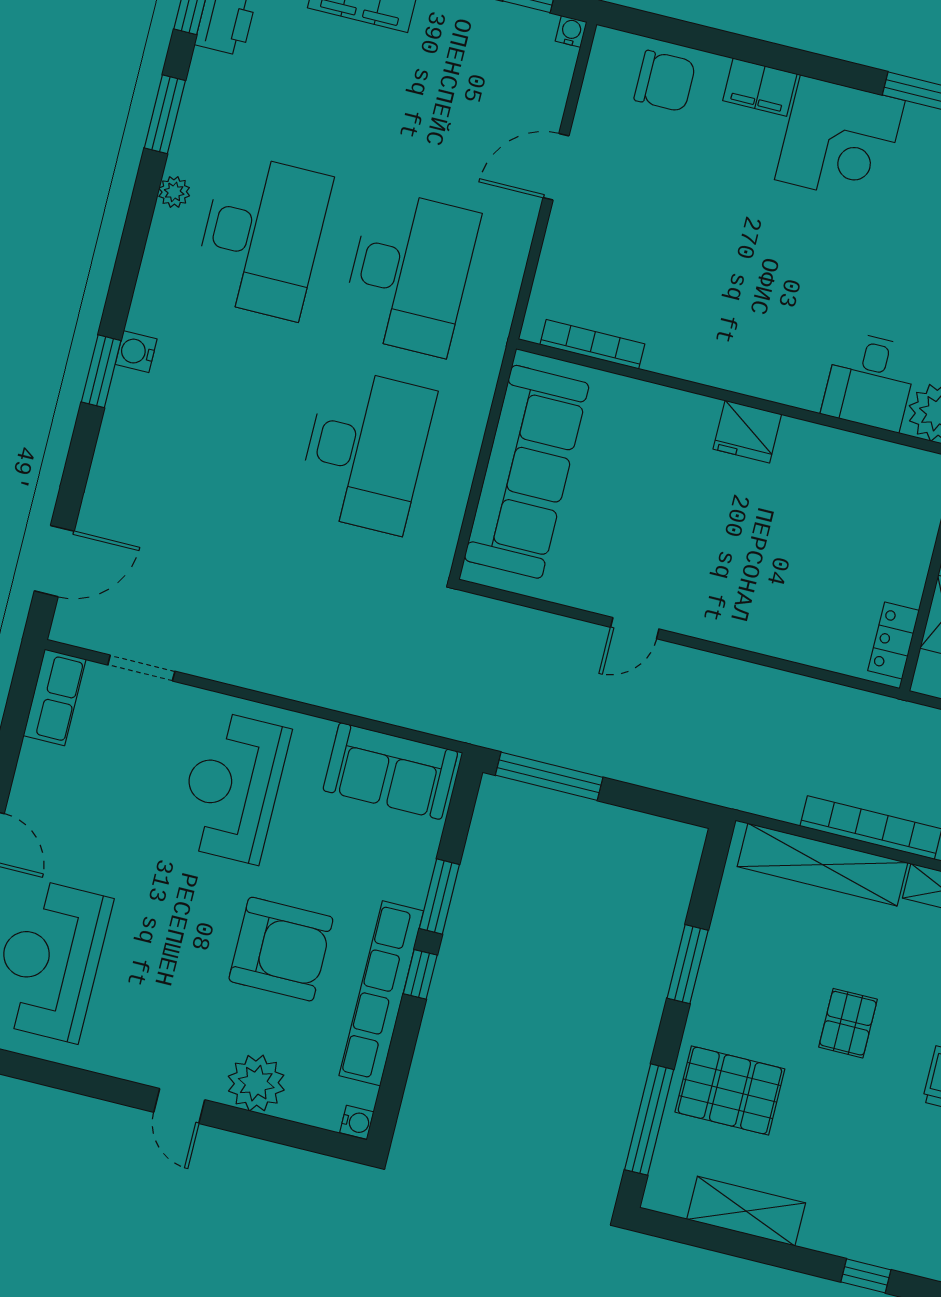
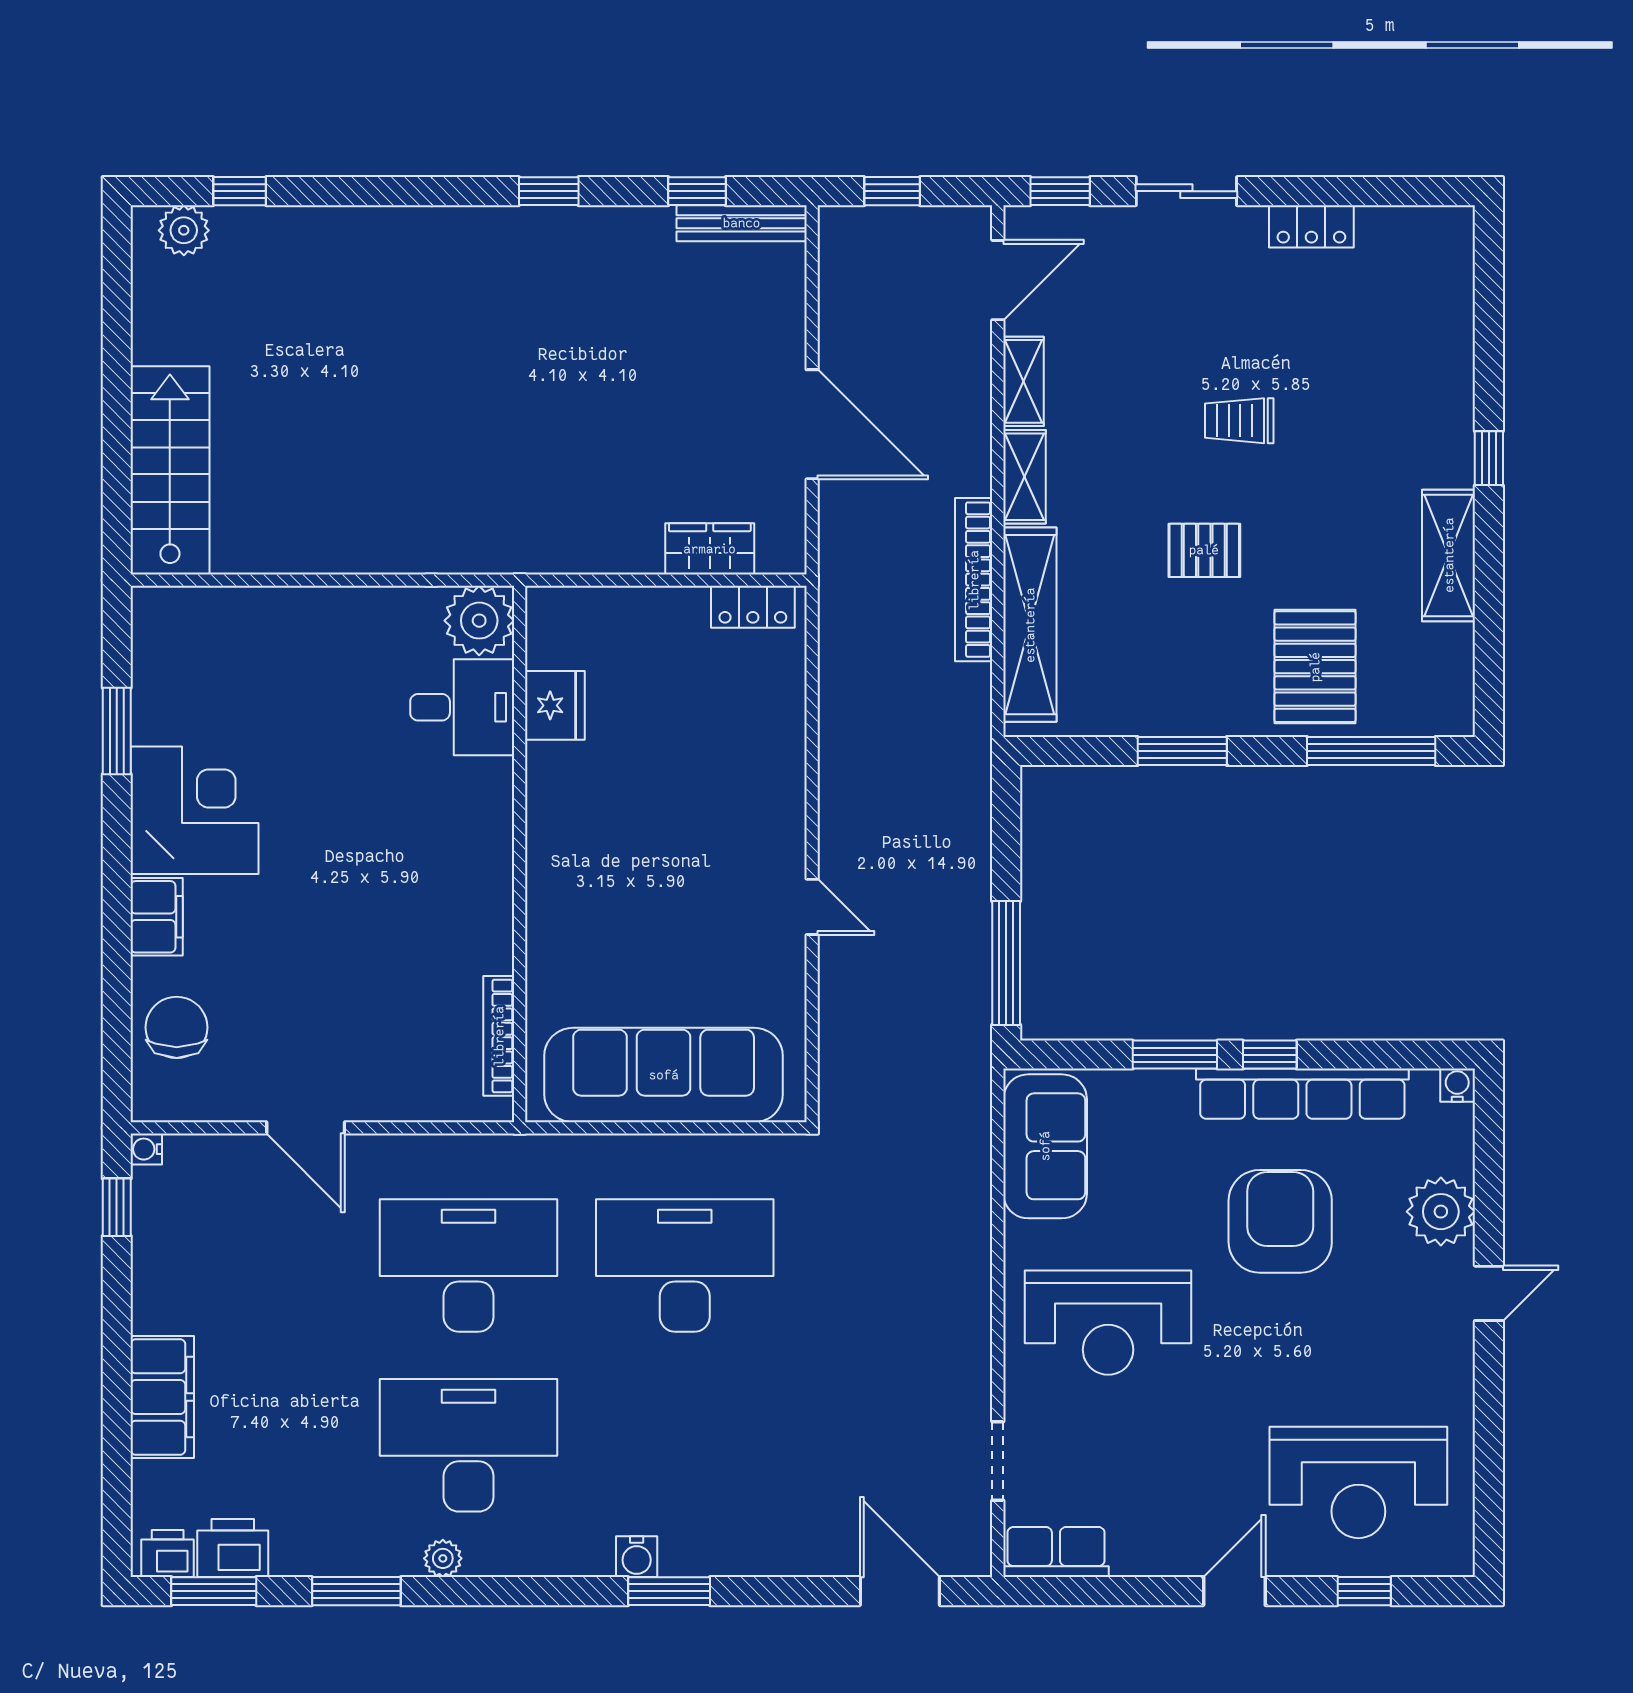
fridge: (747, 432) -> (555, 705), moved
shelving: (746, 1211) -> (1449, 555), moved

